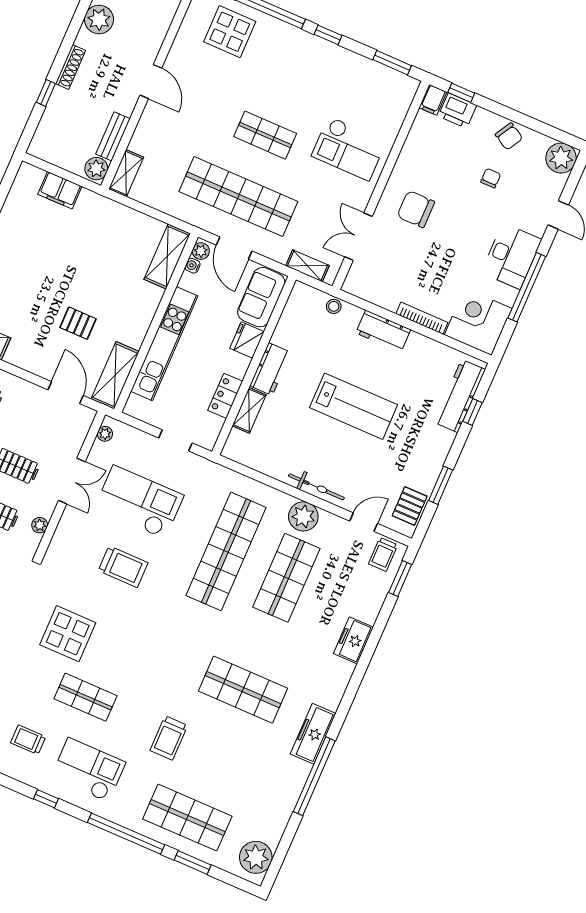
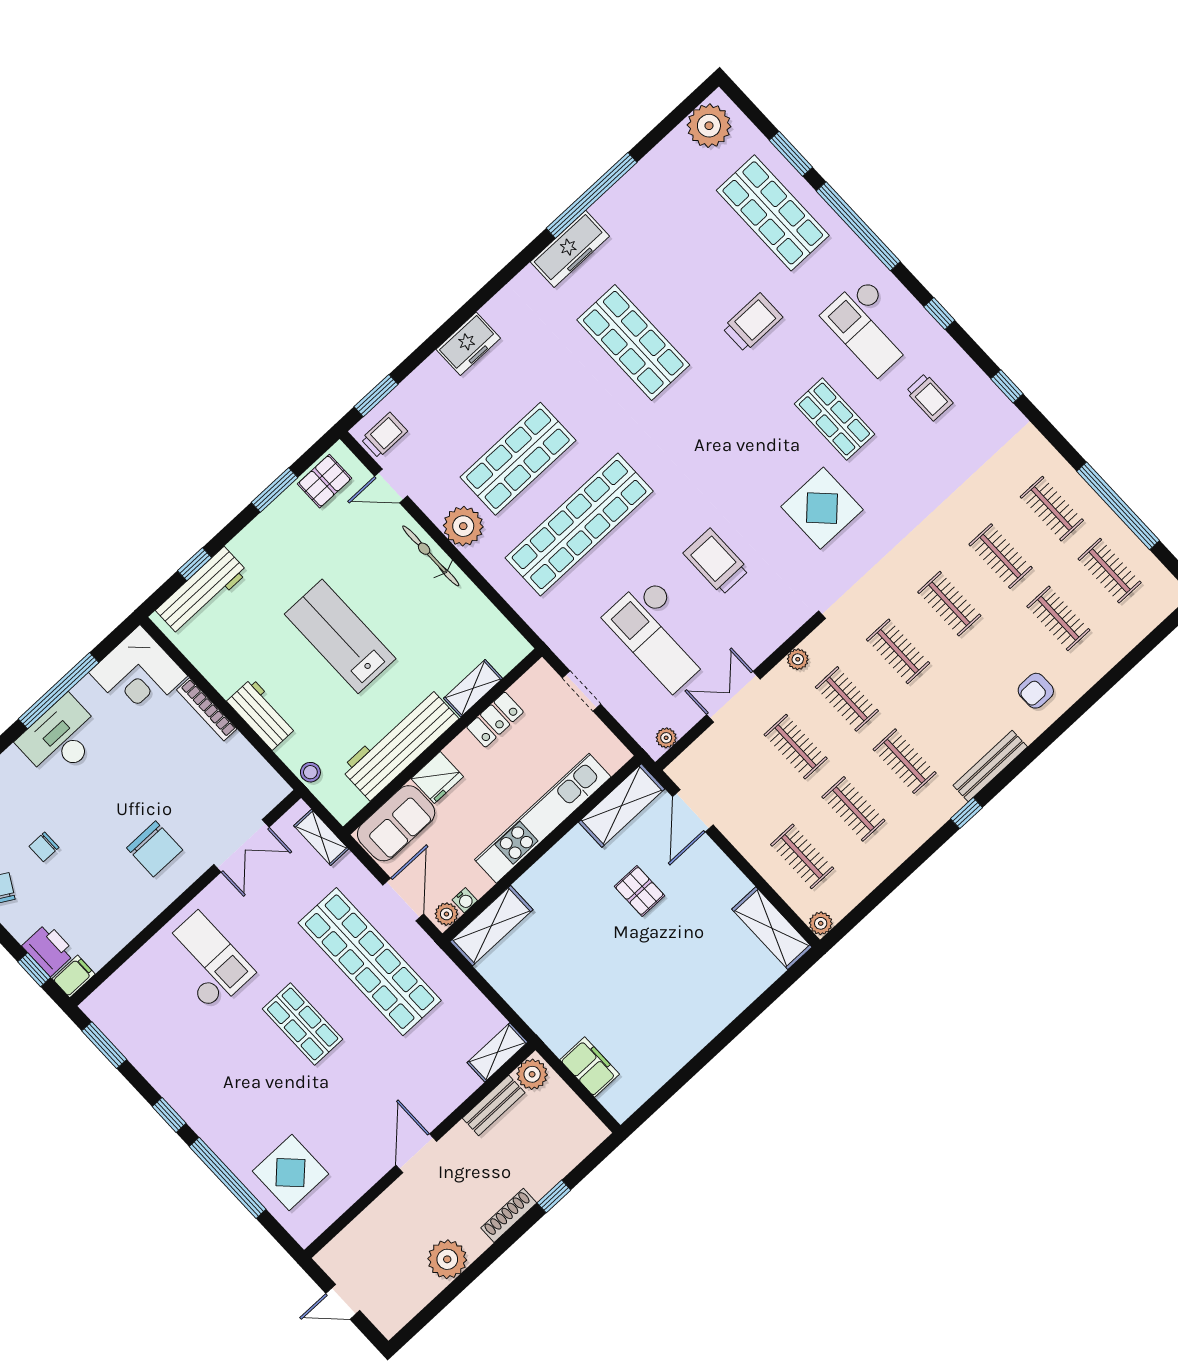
workbench: (270, 369) -> (400, 744), width x1.88, depth x1.32

